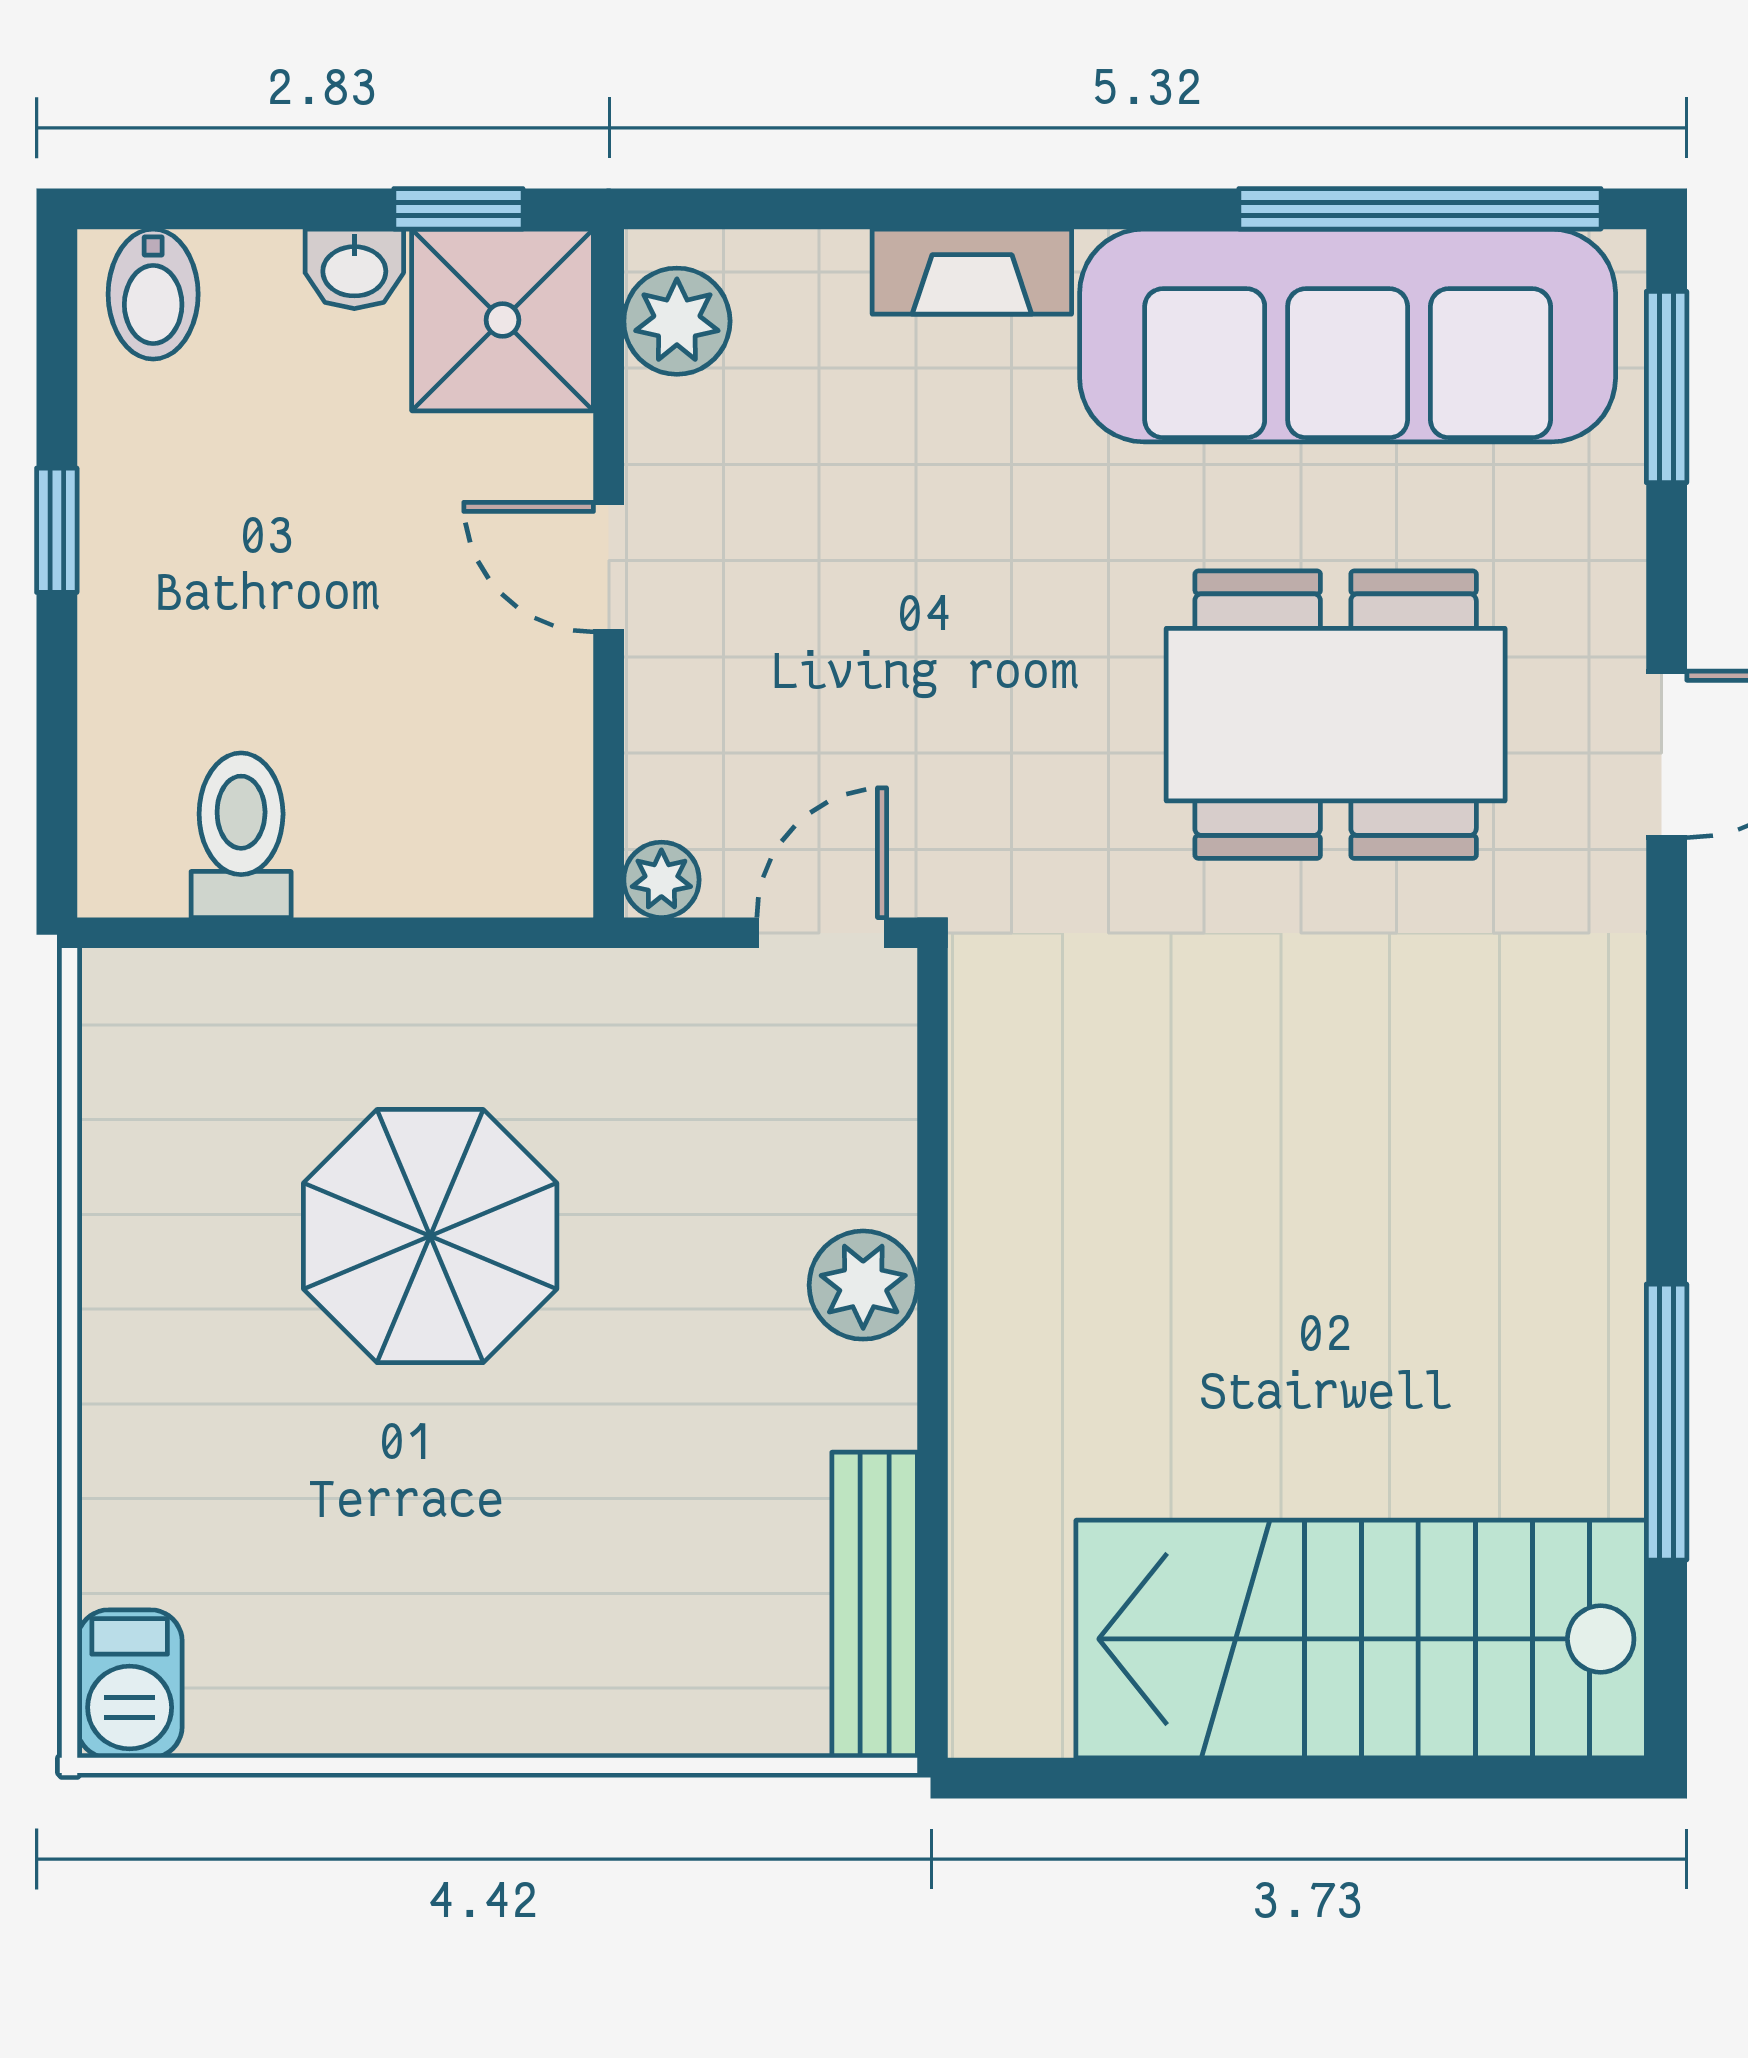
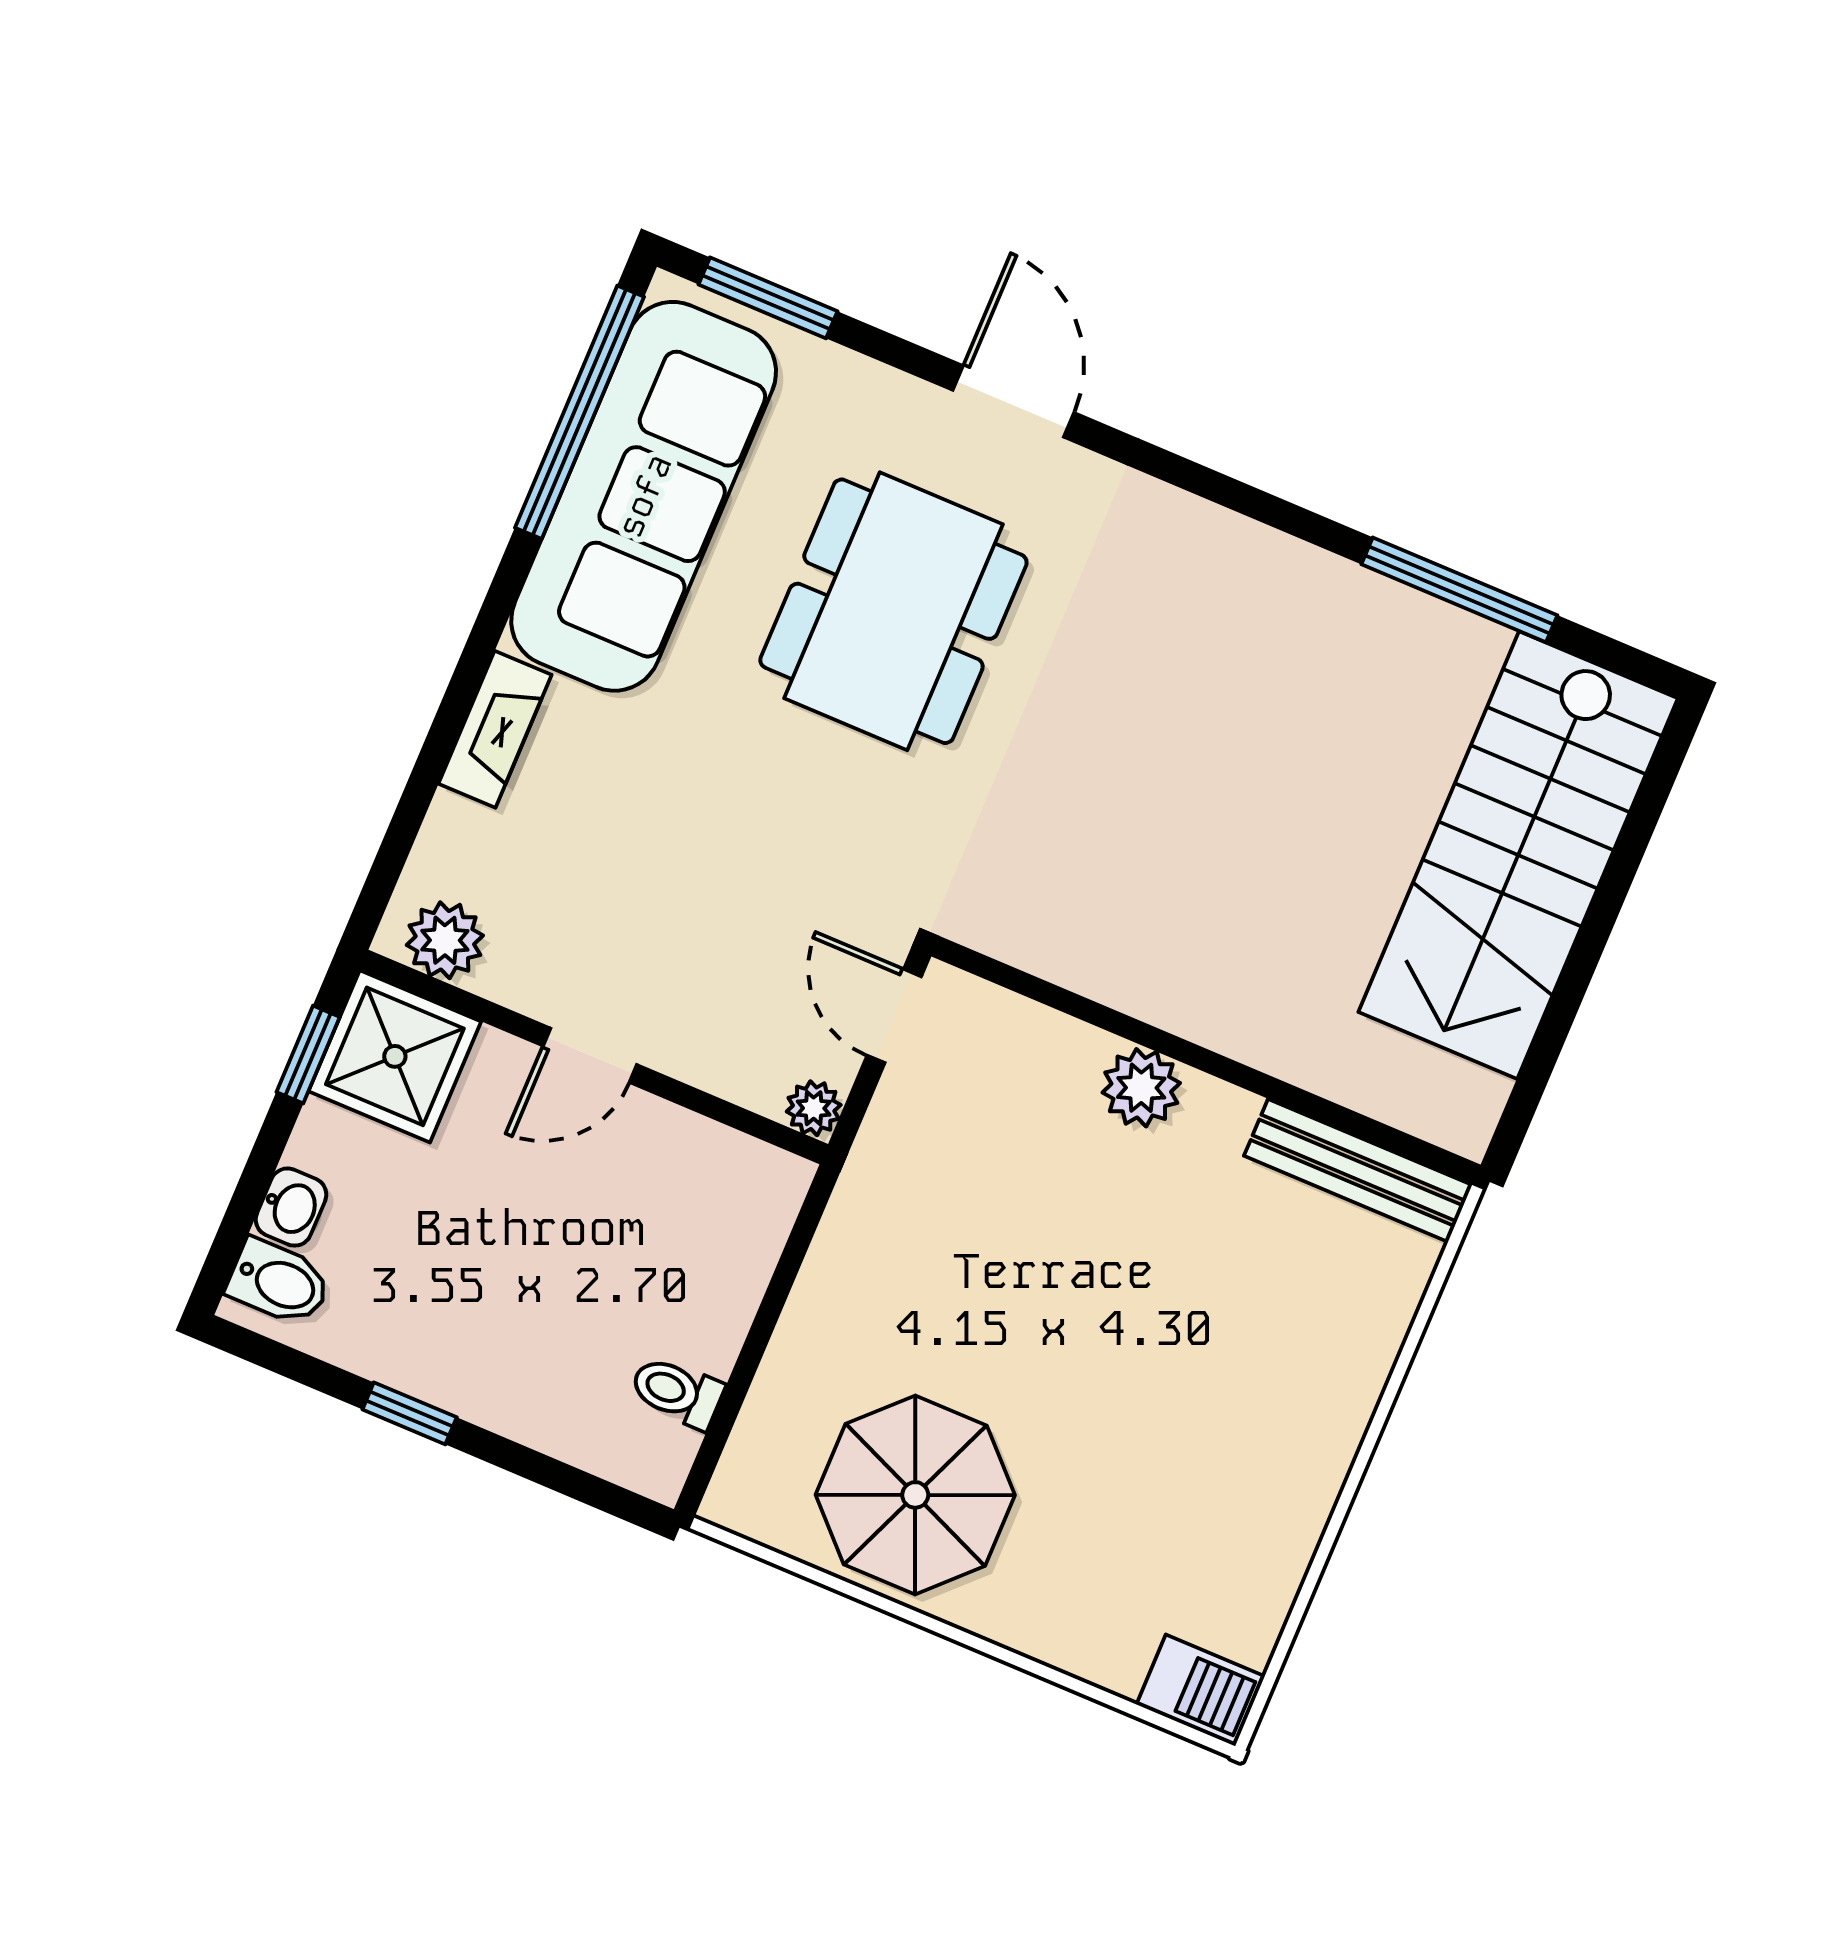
washbasin: (354, 269) -> (291, 1207), moved
toilet: (241, 835) -> (677, 1392), width x0.73, depth x0.72
parasol: (430, 1236) -> (915, 1495), moved

